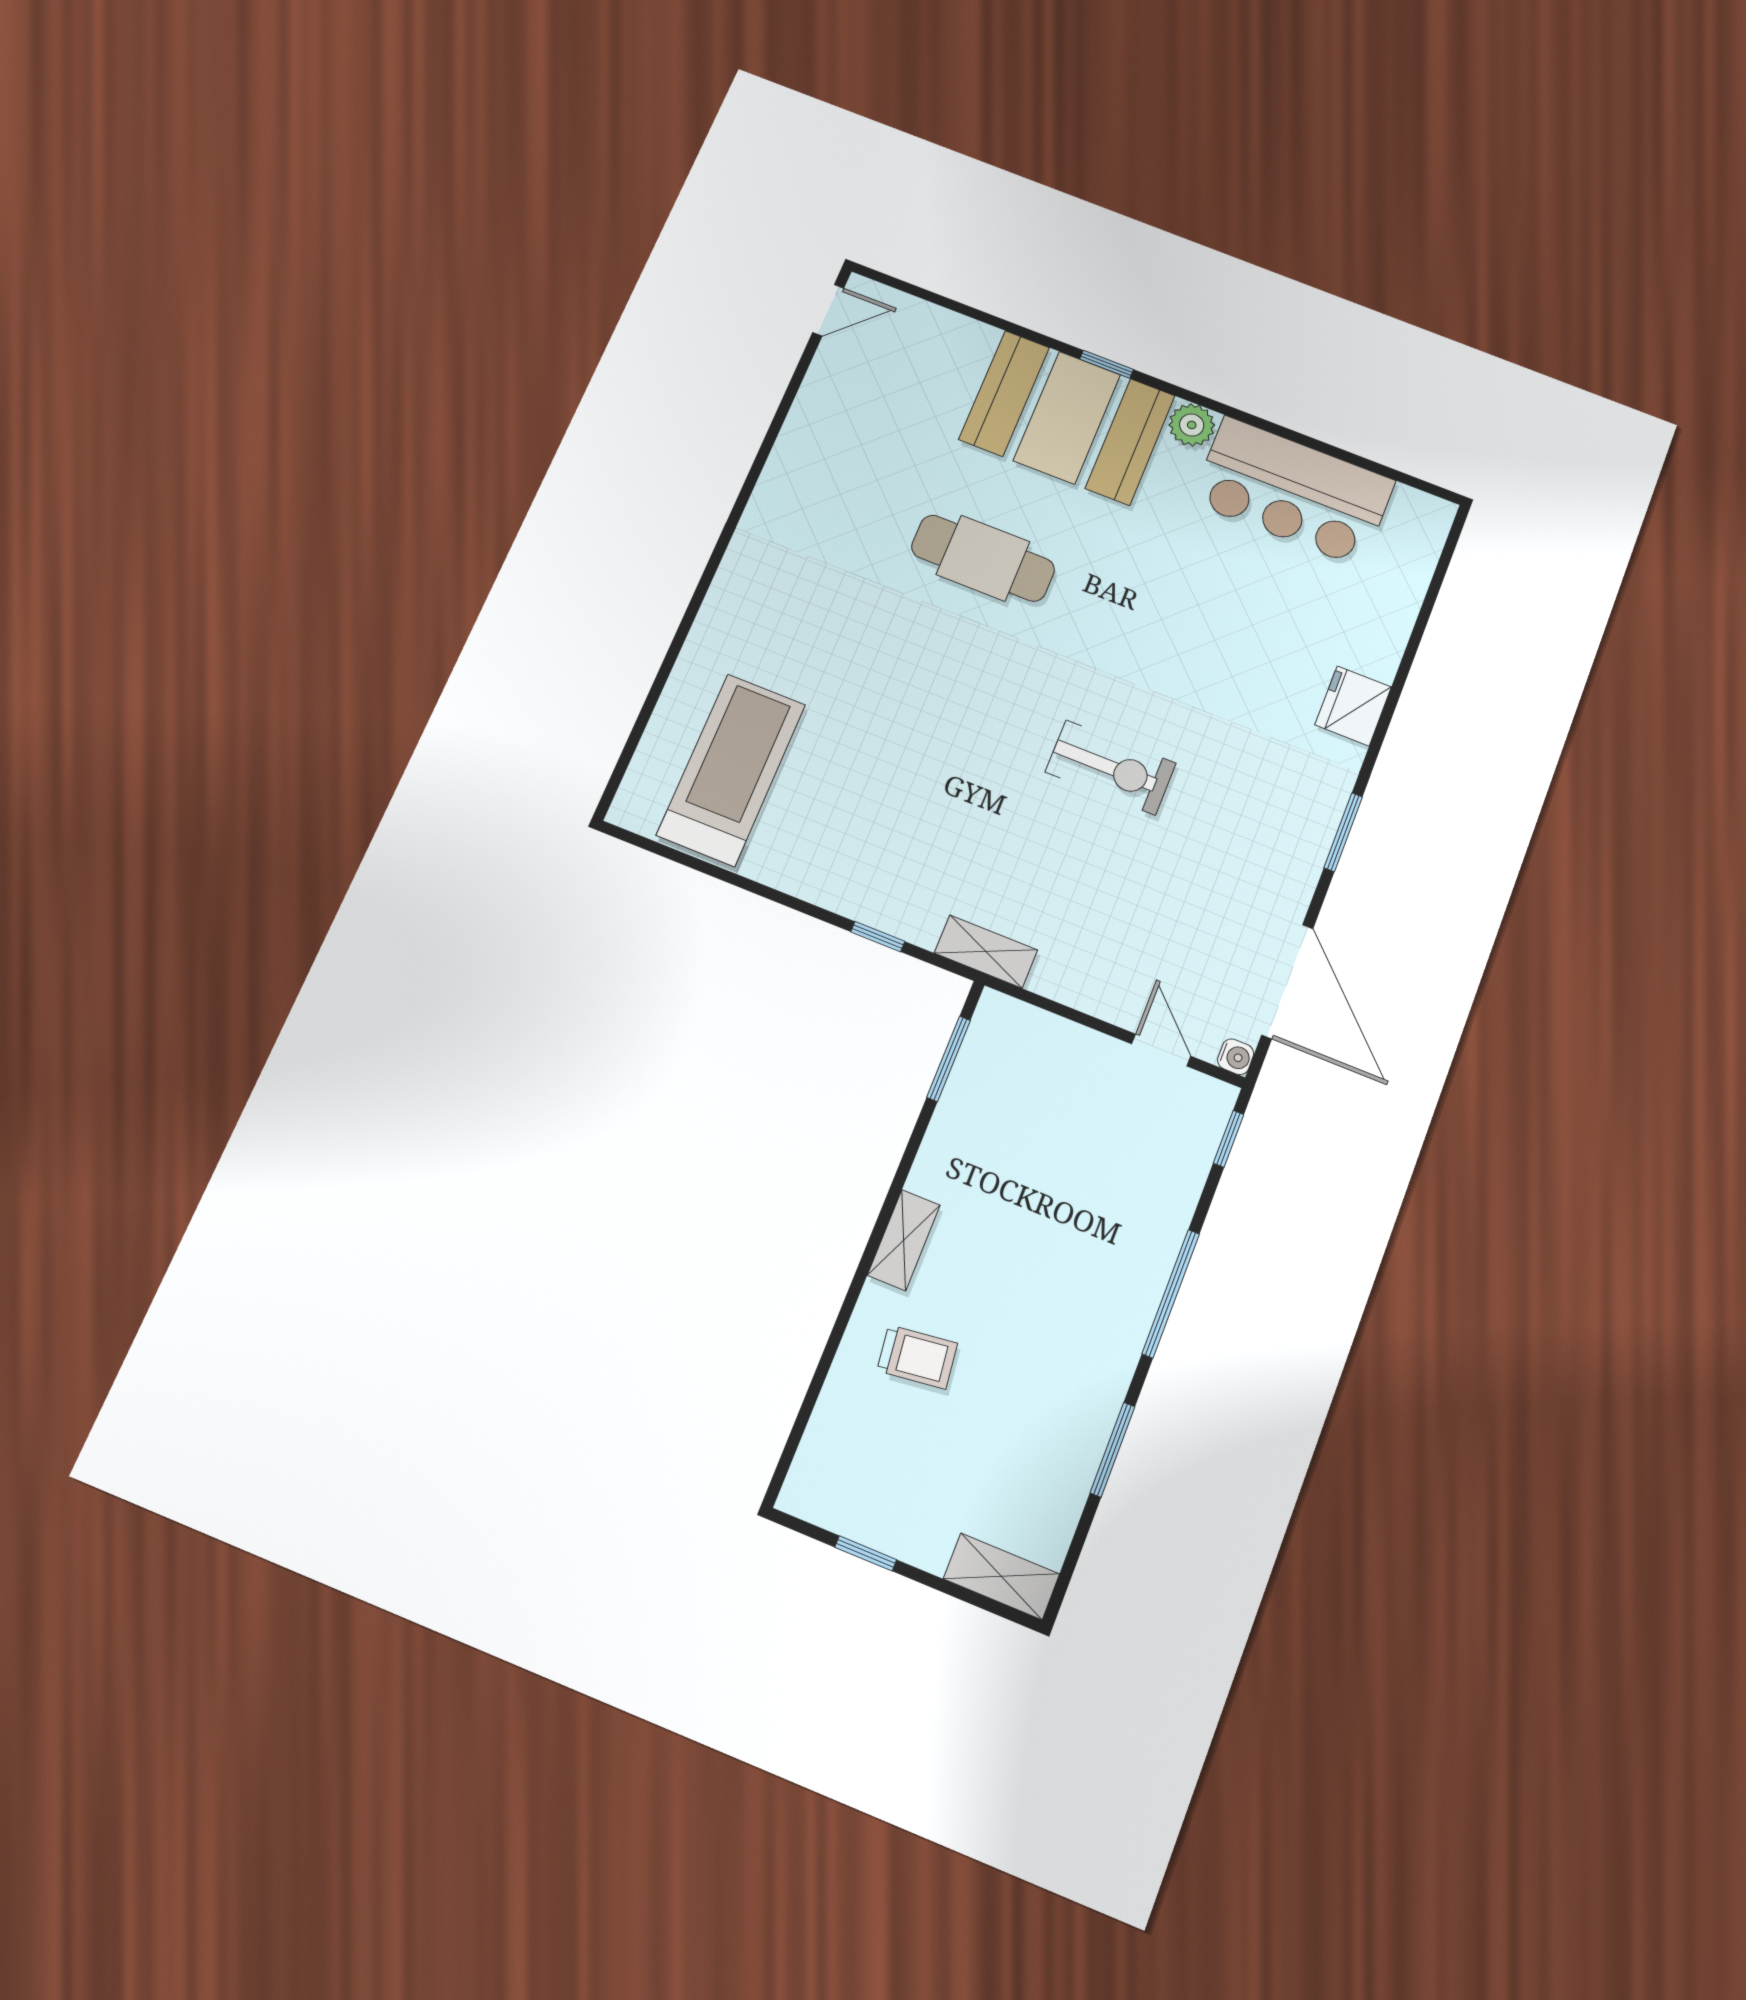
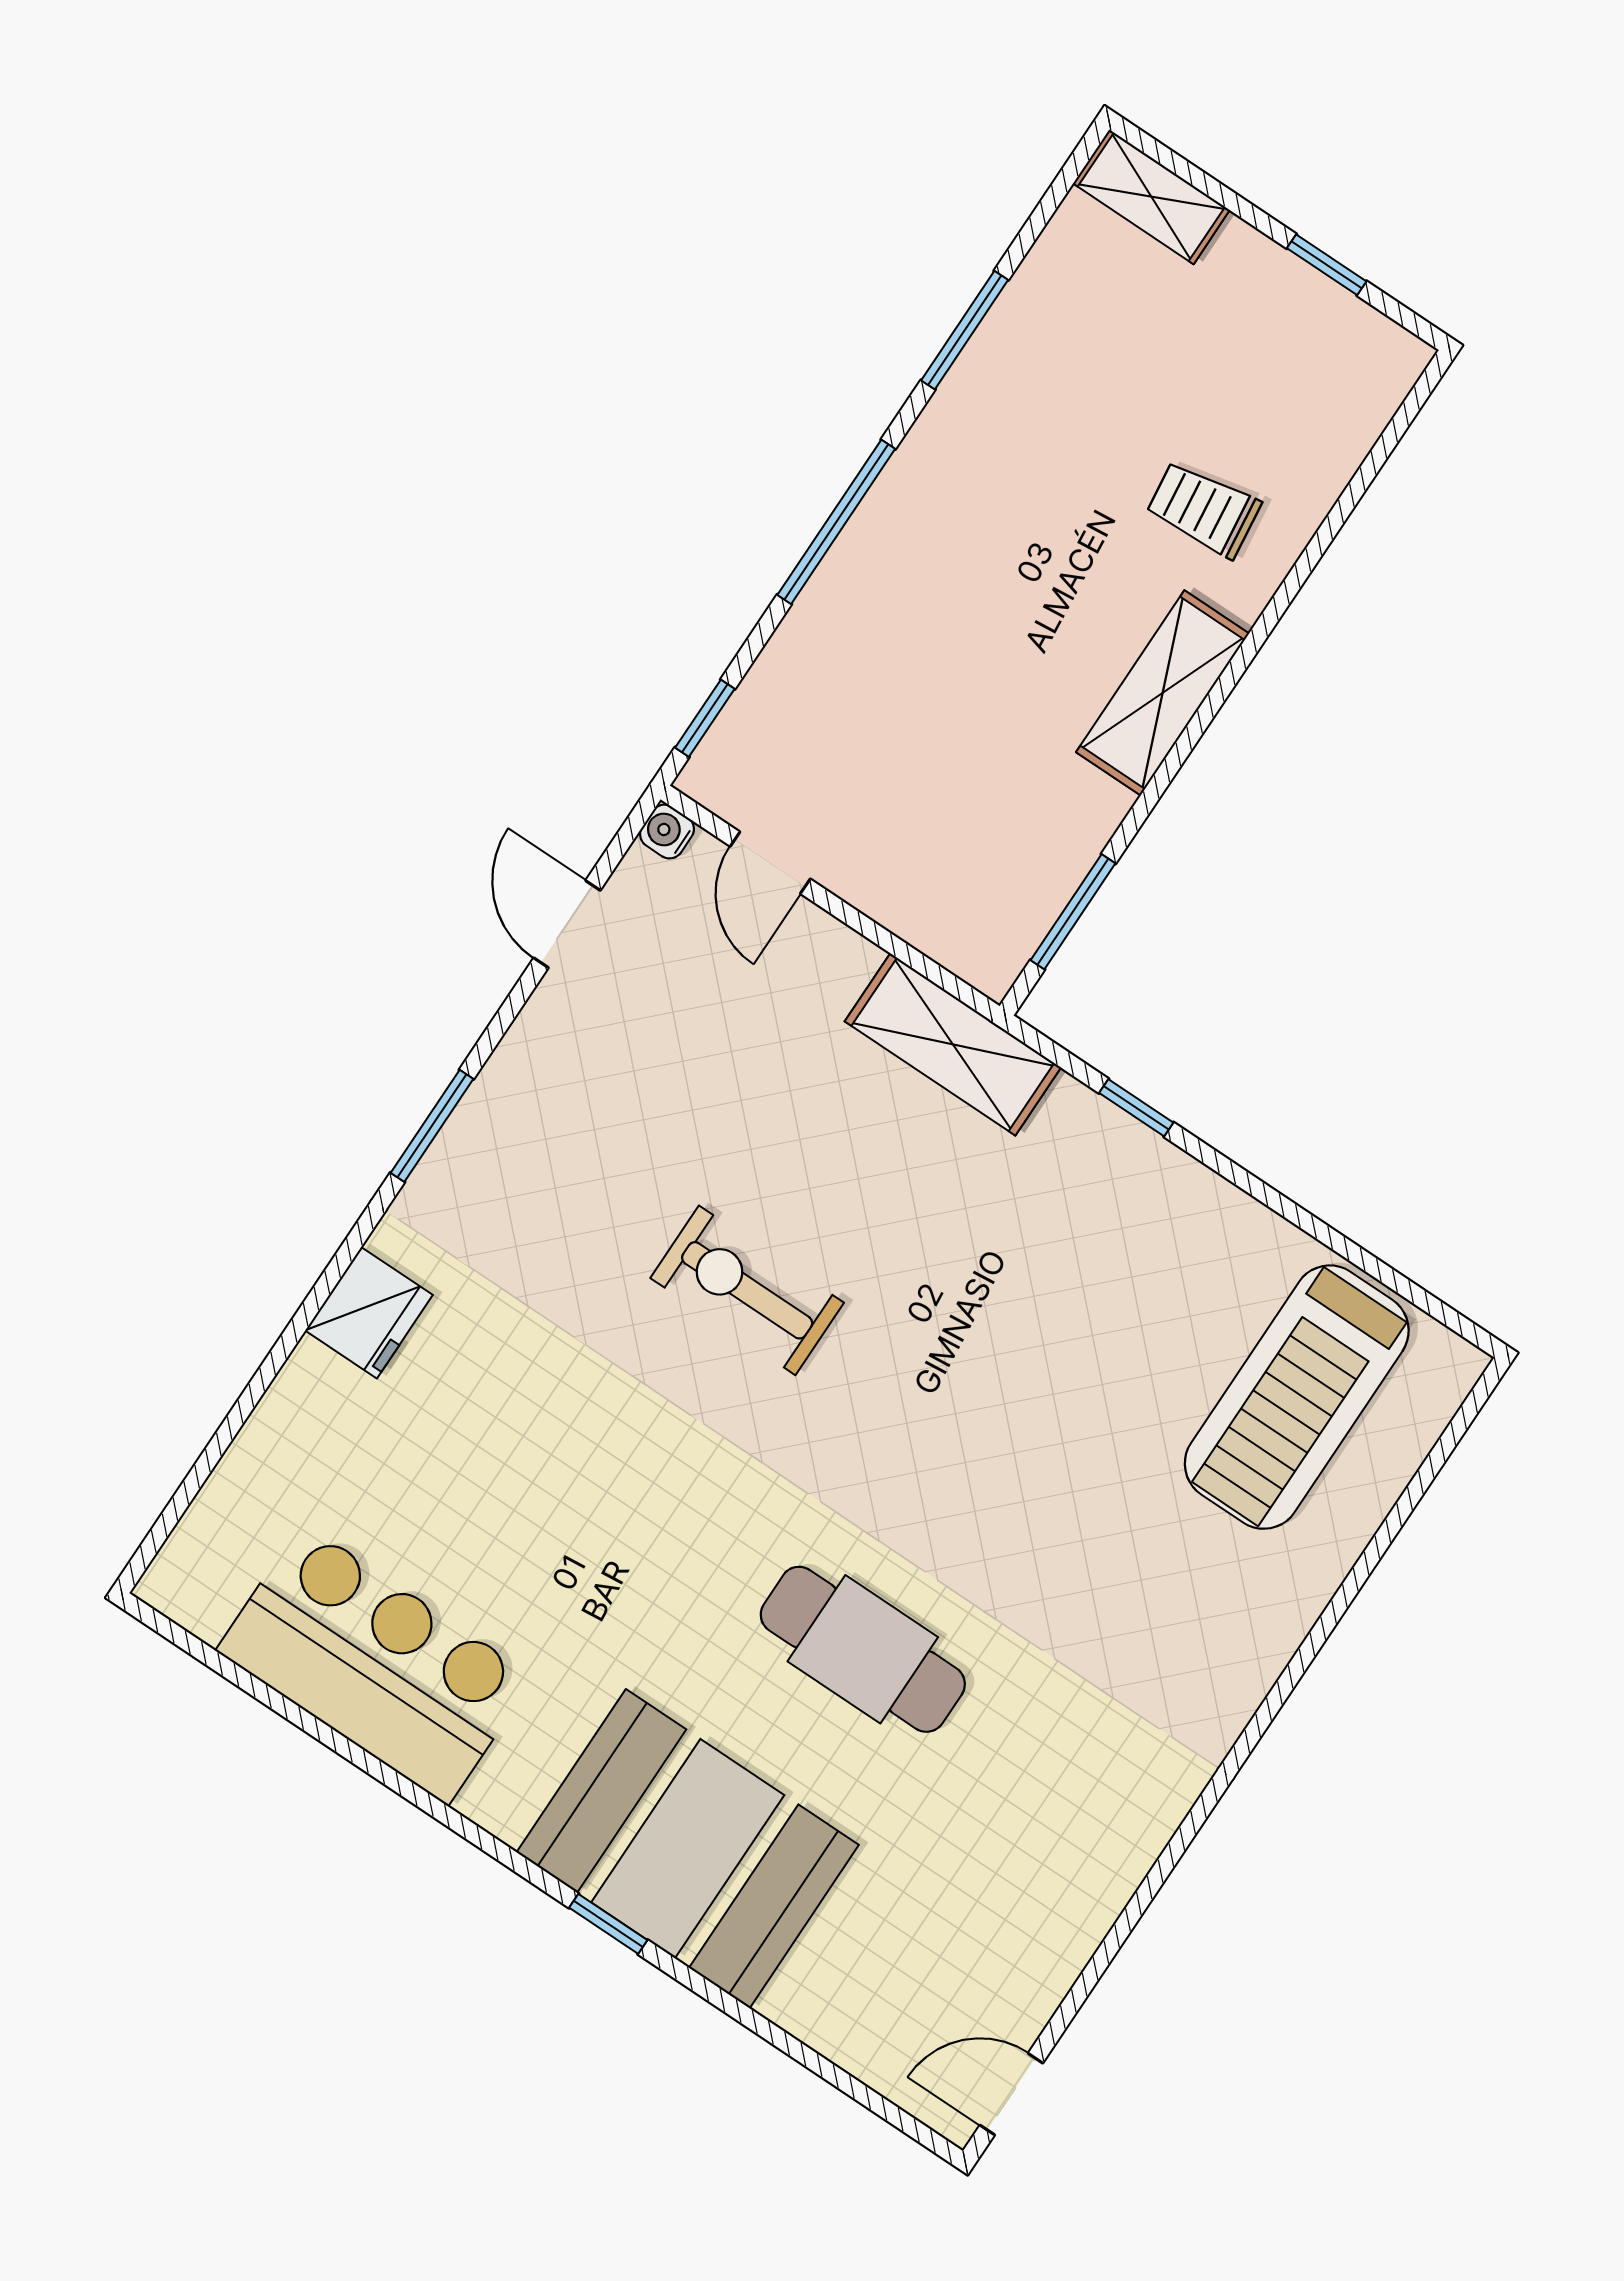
plant: (1192, 425) -> (502, 1800), removed
shelving: (986, 952) -> (953, 1044), width x1.50, depth x1.33
door: (1287, 982) -> (567, 924), width x0.53
shelving: (904, 1240) -> (1163, 693), width x1.50, depth x1.33

